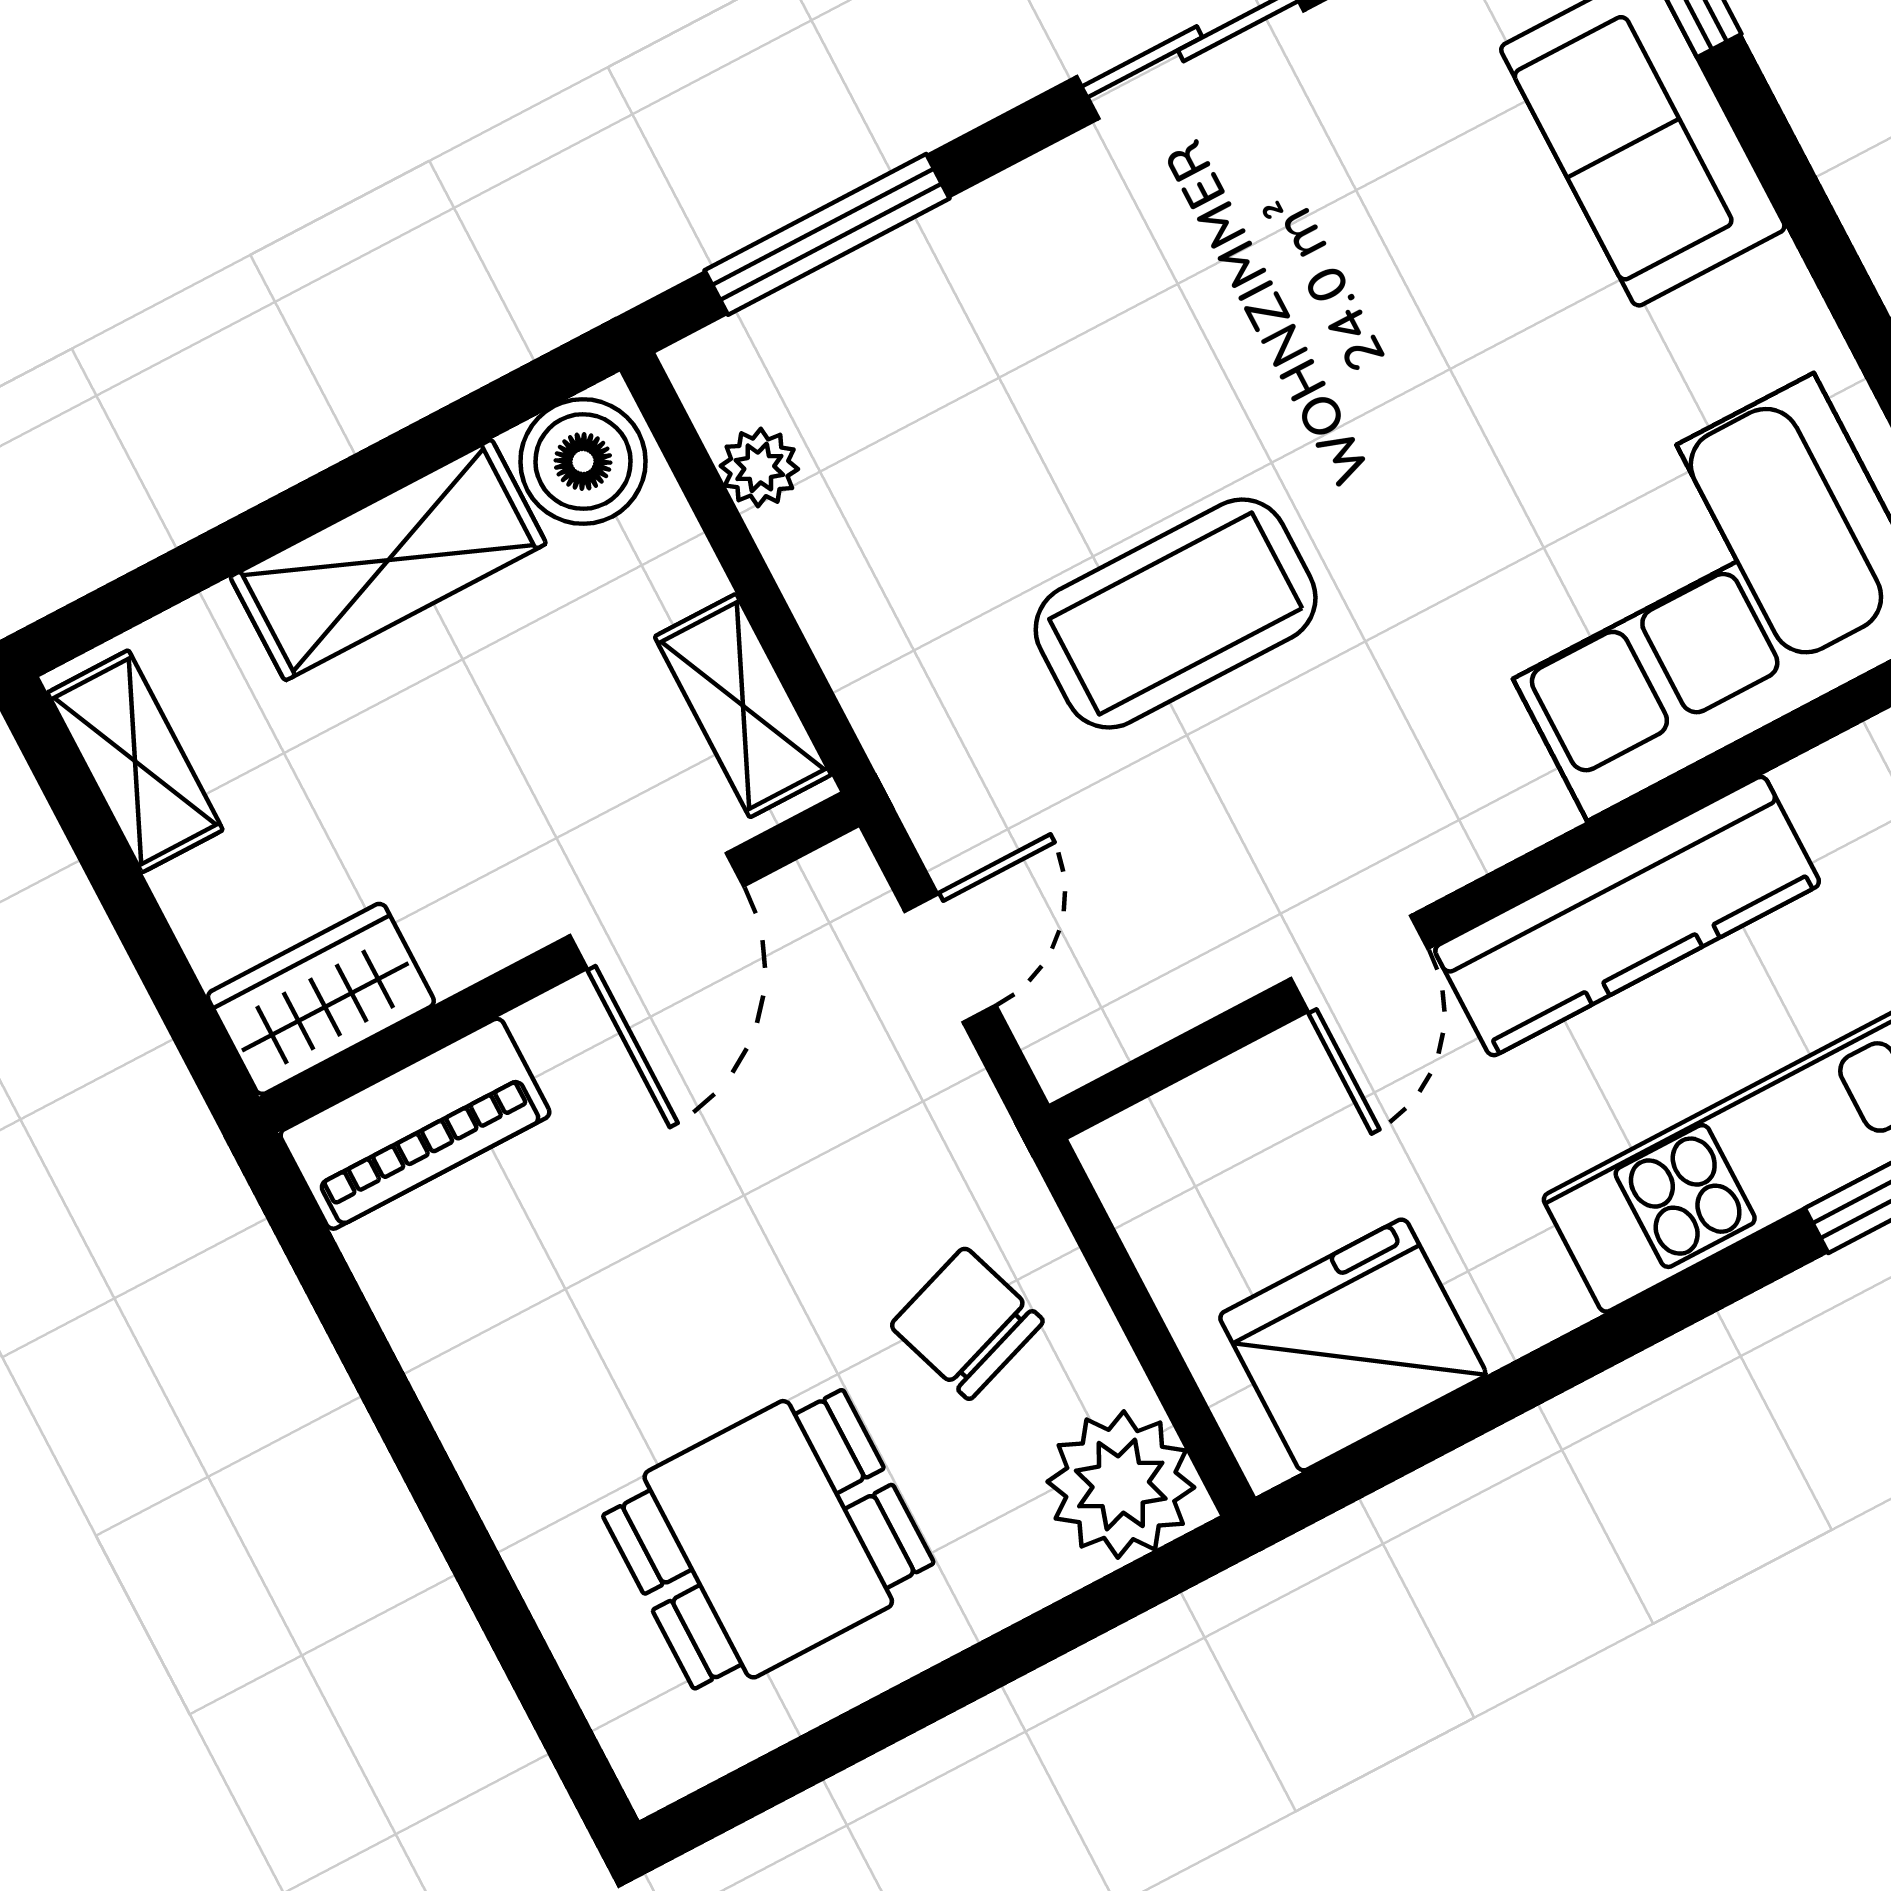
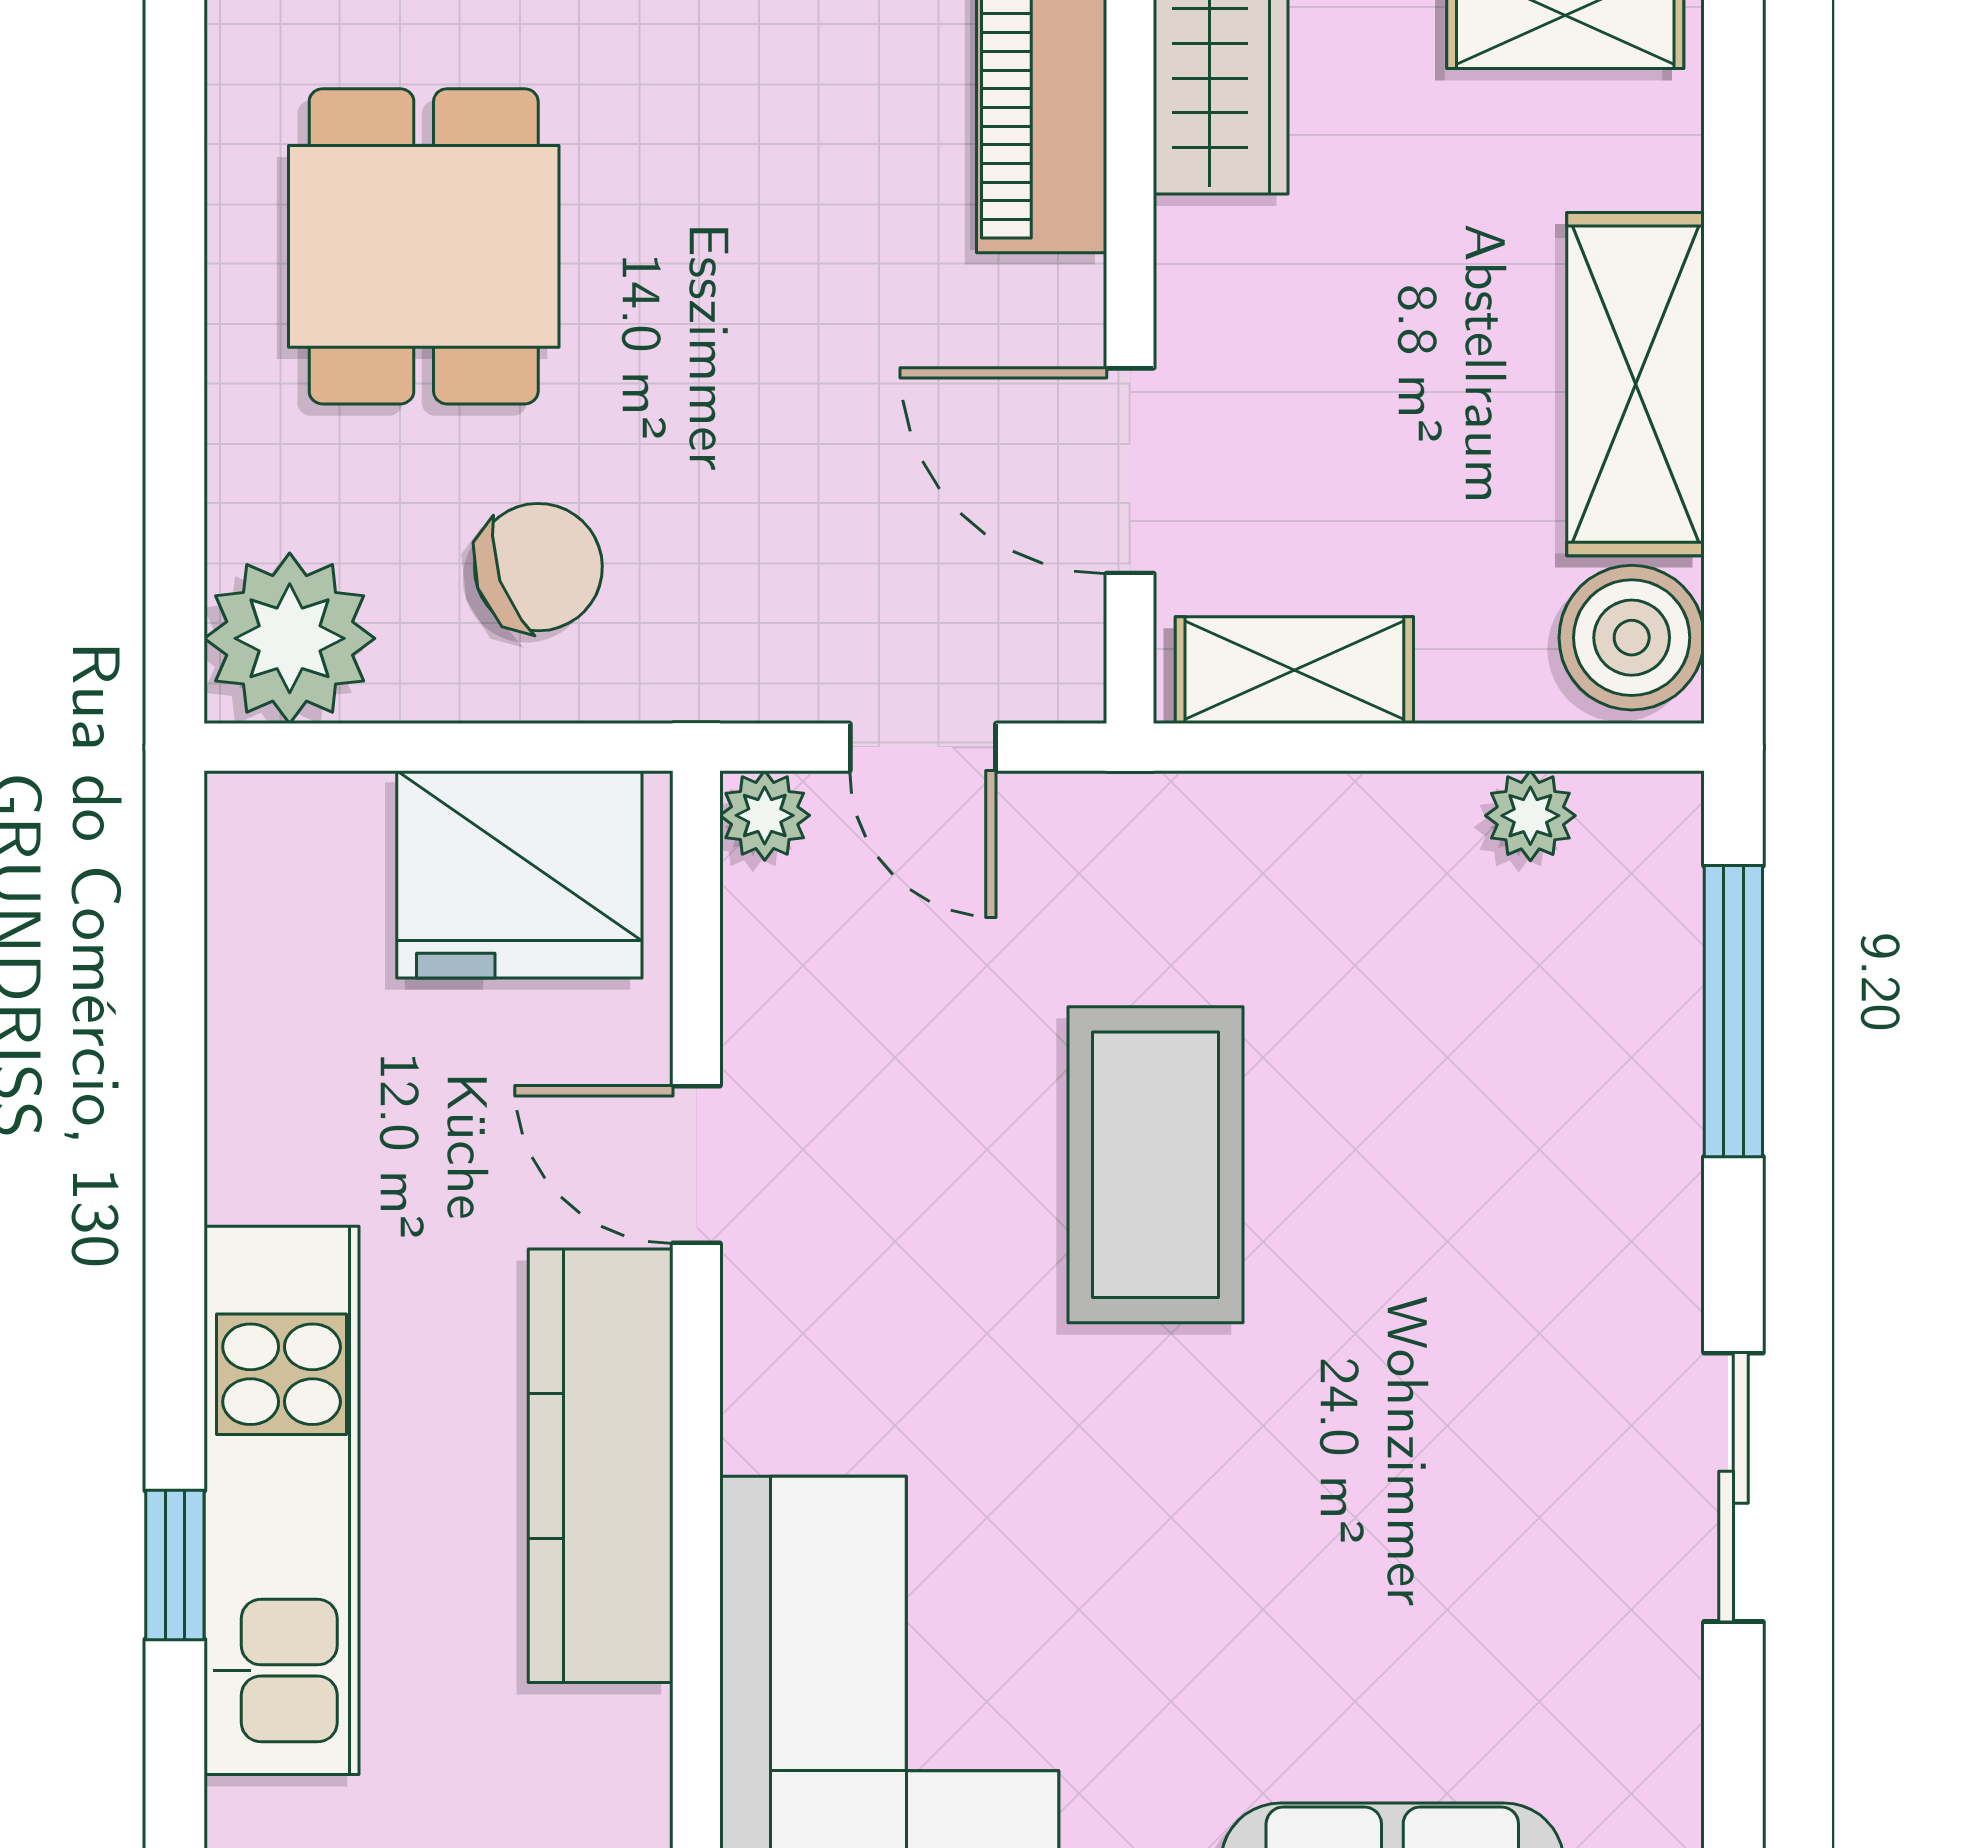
plant: (1066, 1051) -> (765, 815), added
fridge: (1353, 1345) -> (519, 874), moved, turned 90

